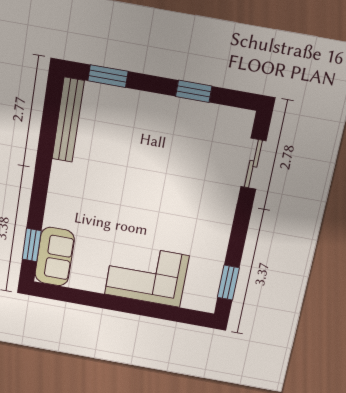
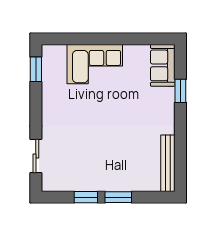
window: (108, 76) -> (118, 197), moved
window: (32, 245) -> (180, 91), moved

